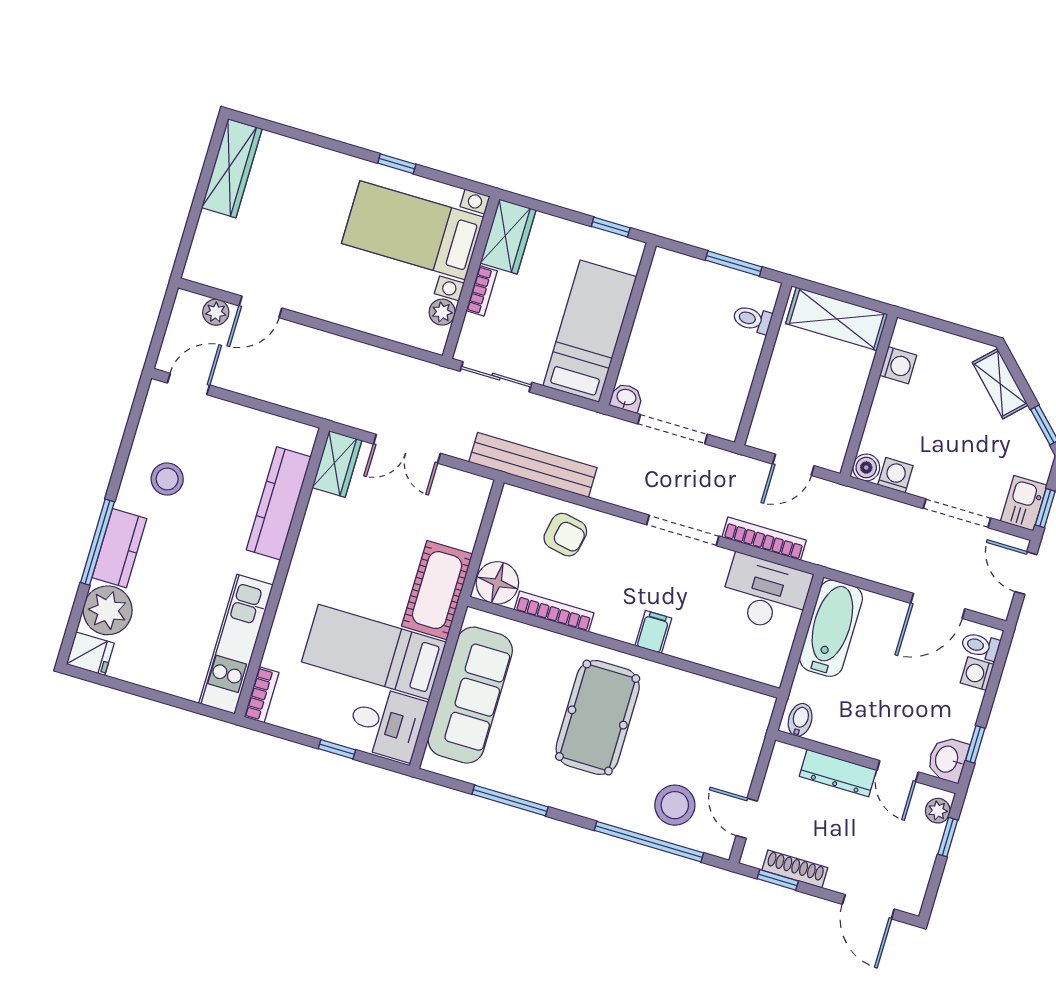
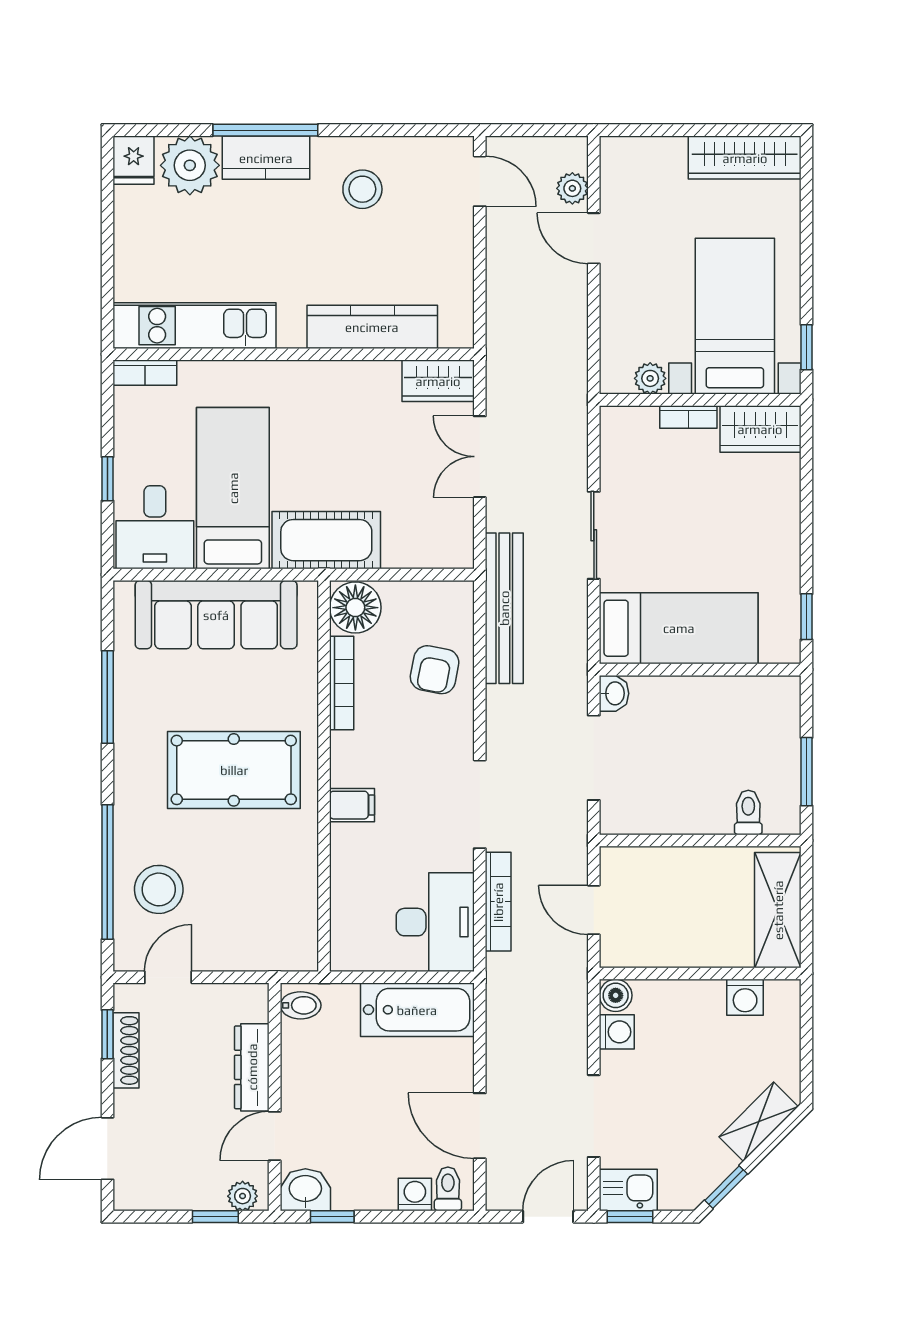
bed with nightstands: (413, 230) -> (735, 316), moved
wardrobe: (508, 236) -> (760, 429), moved
wall: (471, 277) -> (700, 400), moved
bookcase: (482, 291) -> (688, 417), moved
plant: (442, 312) -> (650, 378), moved

